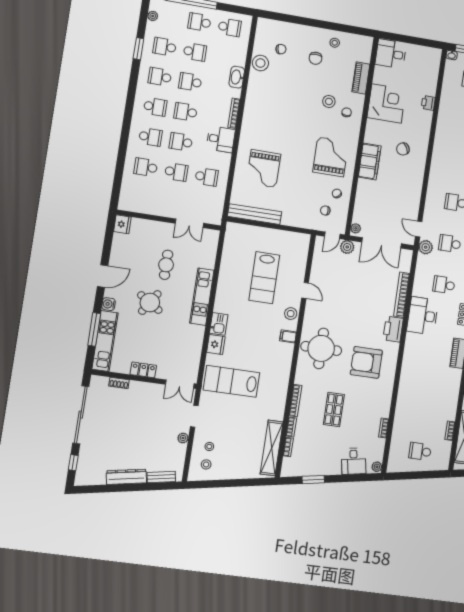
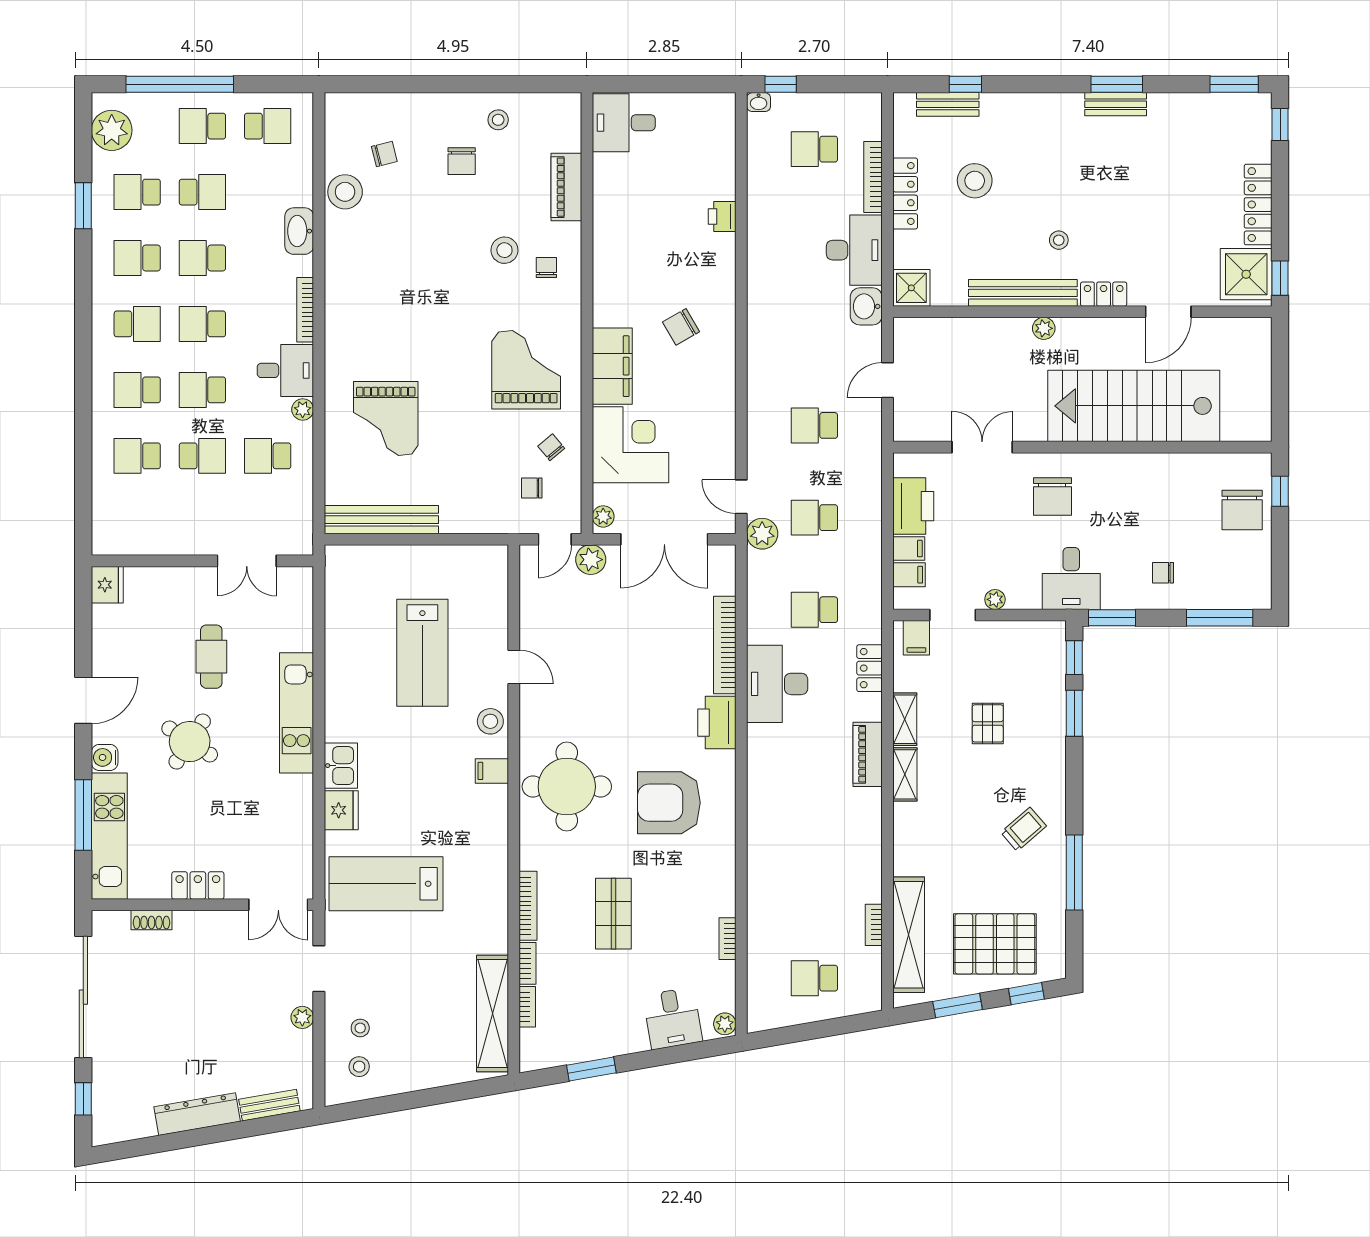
plant: (153, 16) -> (112, 130), width x1.87, depth x1.87
corner desk: (387, 103) -> (630, 445), moved
school desk: (150, 137) -> (137, 390), turned 180
plant: (226, 158) -> (303, 409), added
school desk: (207, 177) -> (268, 456), turned 180

